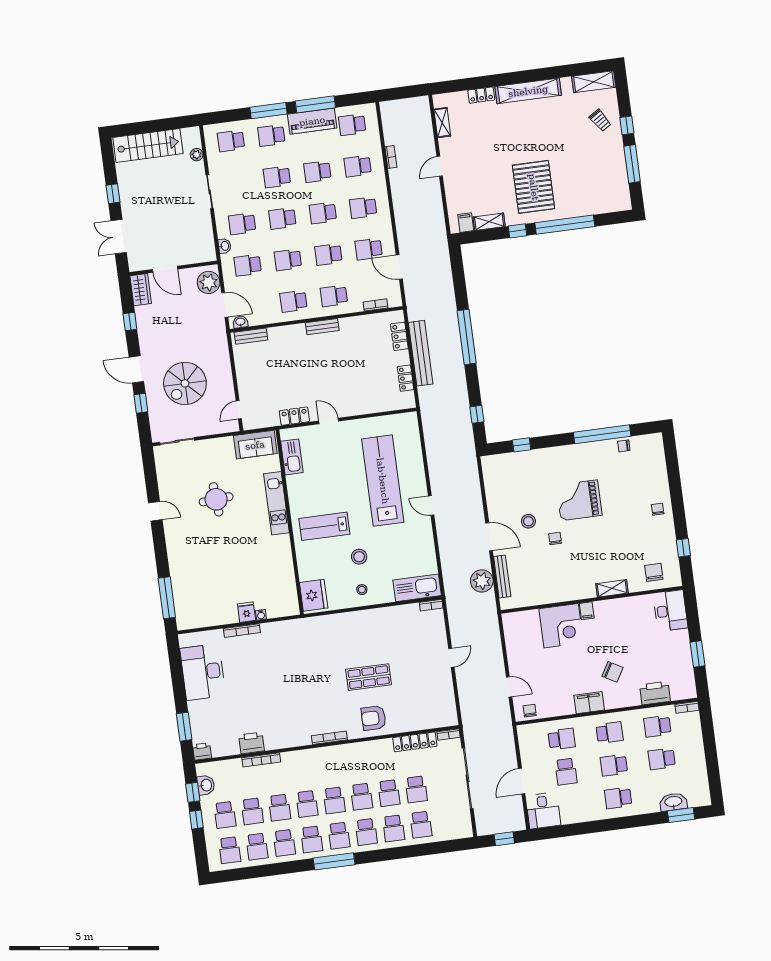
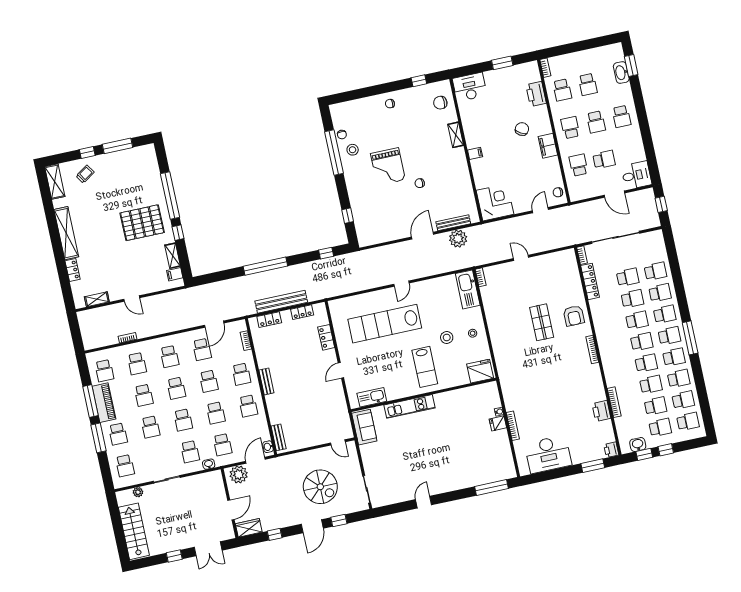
locker: (294, 416) -> (326, 337), moved
round table: (216, 499) -> (410, 455), removed
stool: (528, 521) -> (353, 150), moved
corner desk: (561, 626) -> (495, 202), moved

